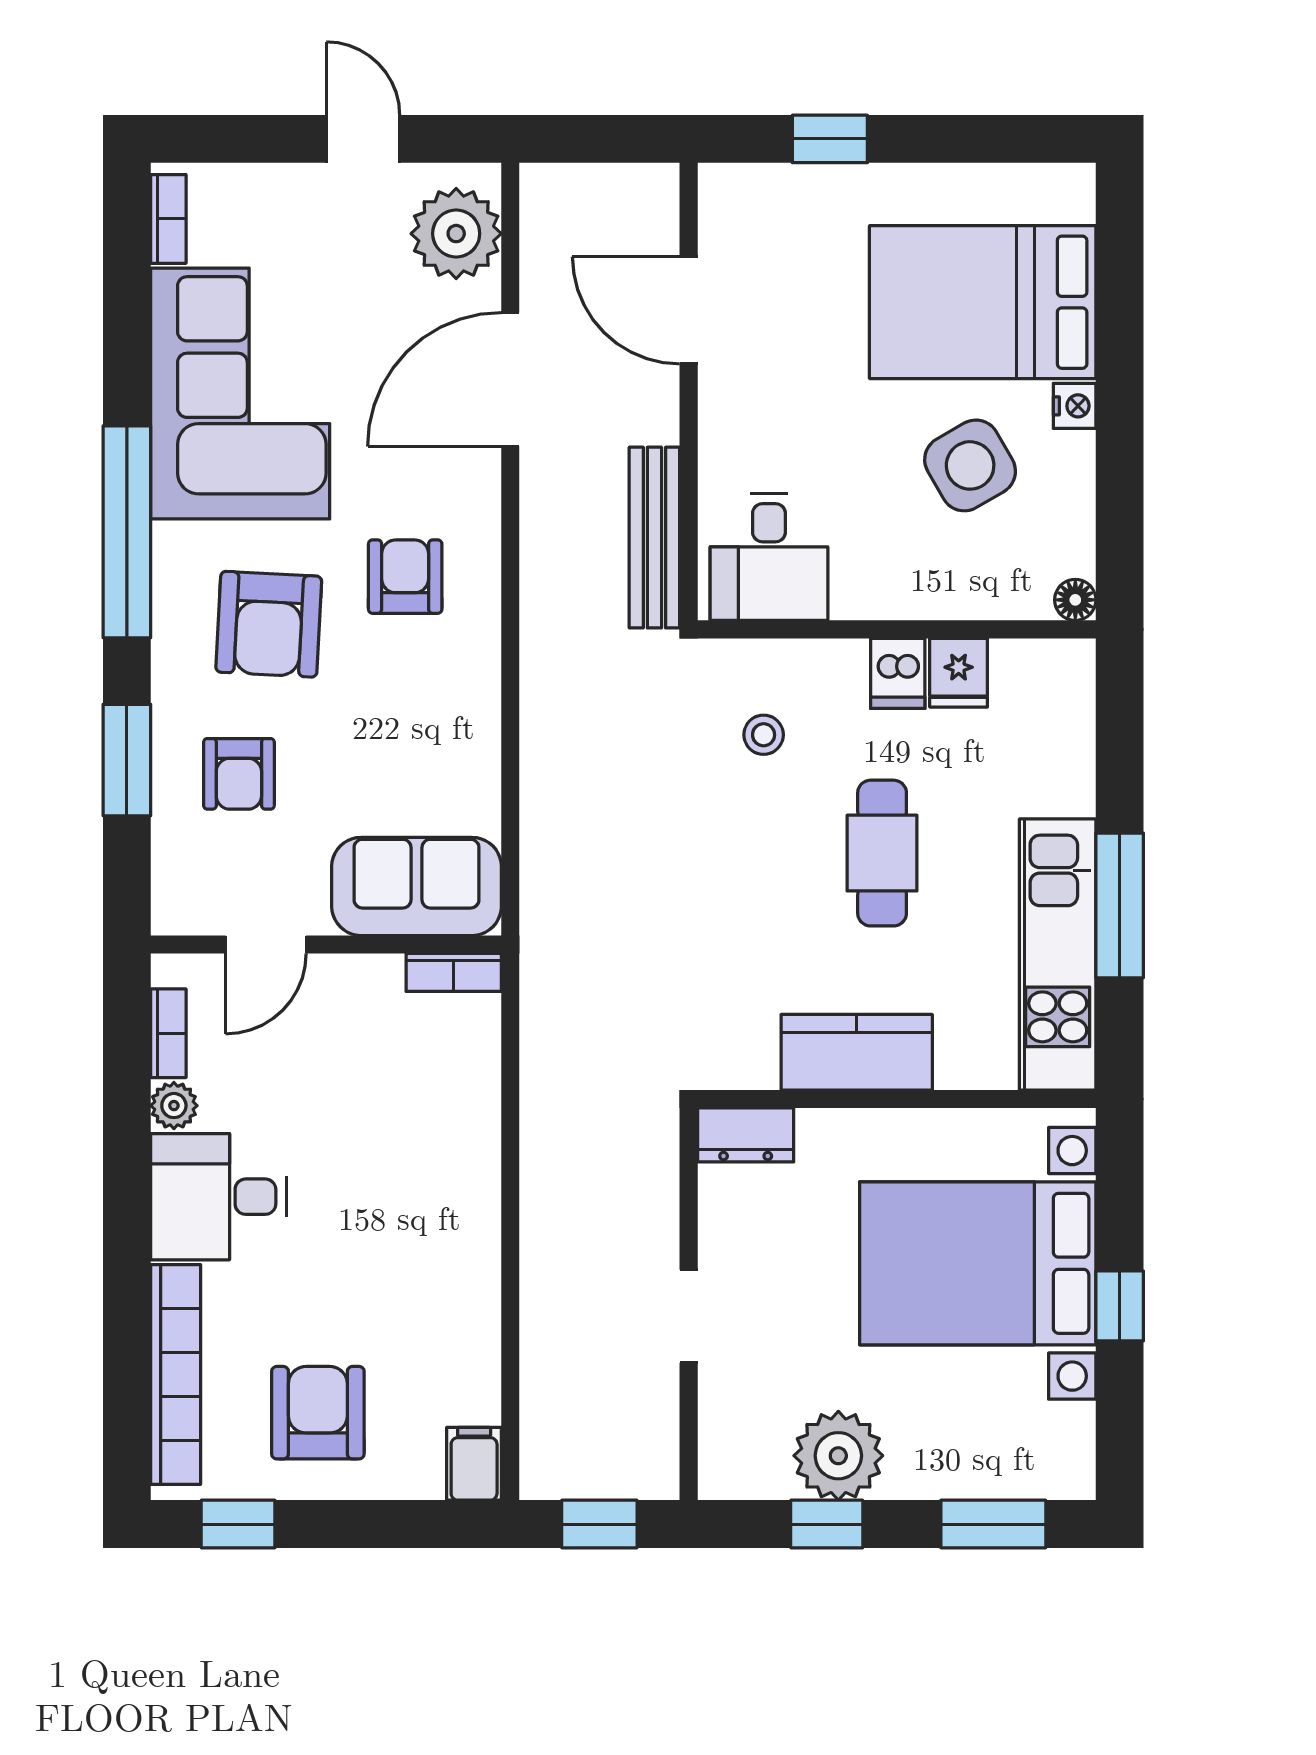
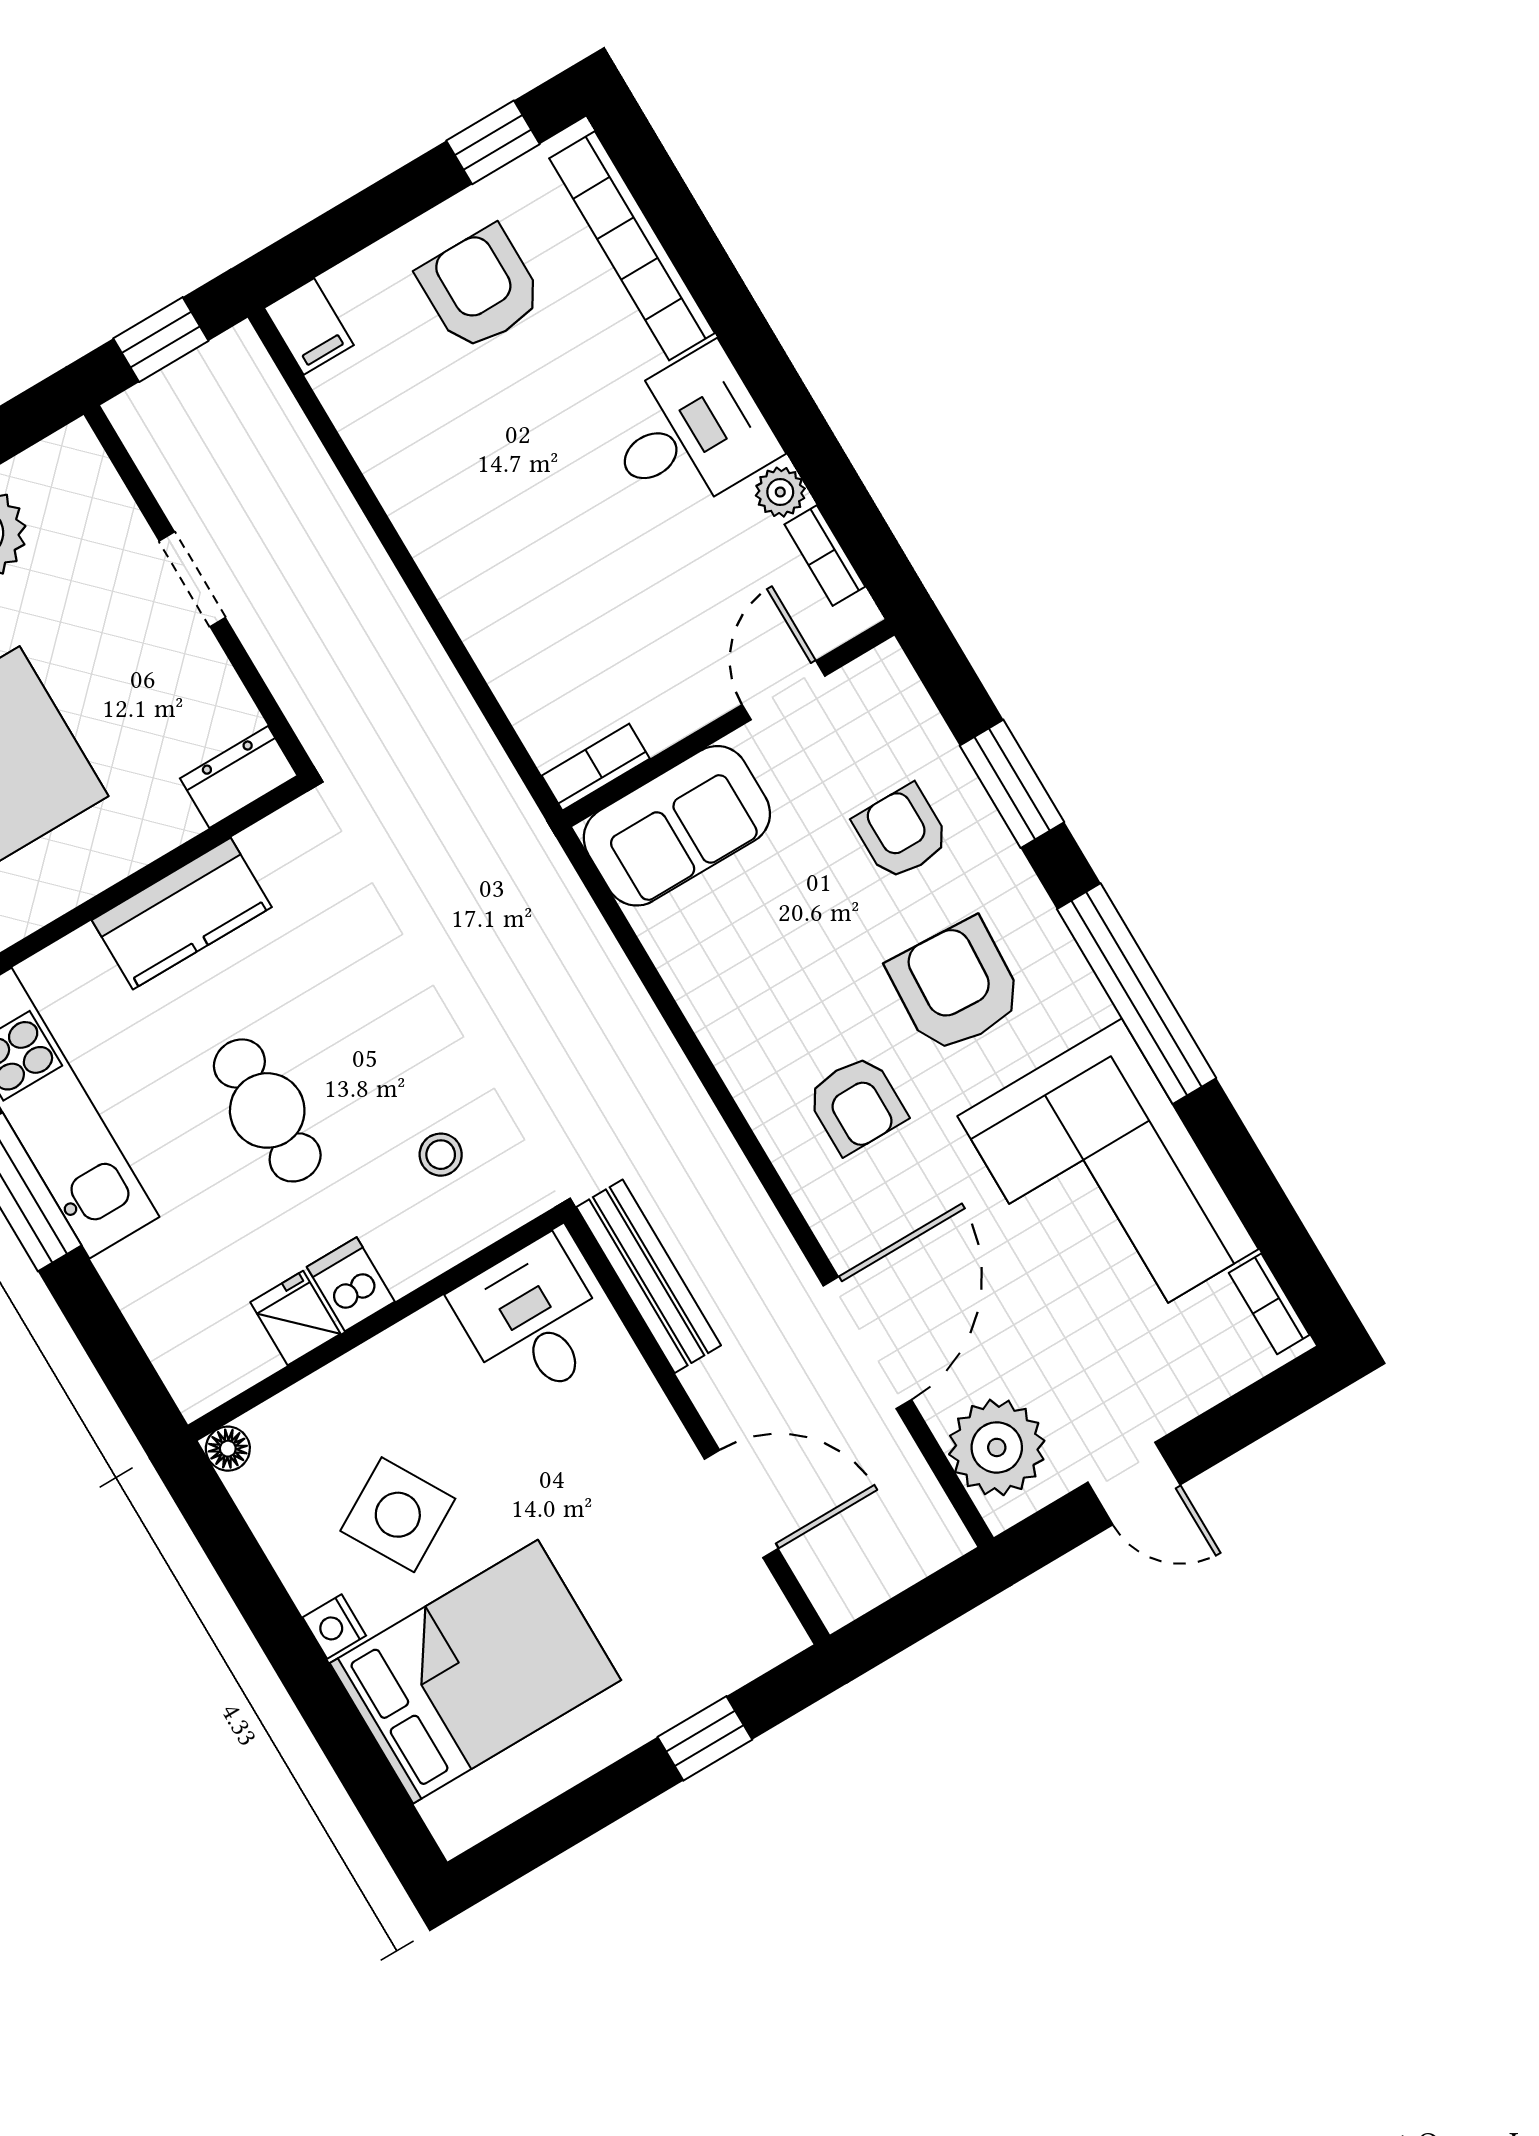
armchair: (318, 1413) -> (480, 288), turned 180

